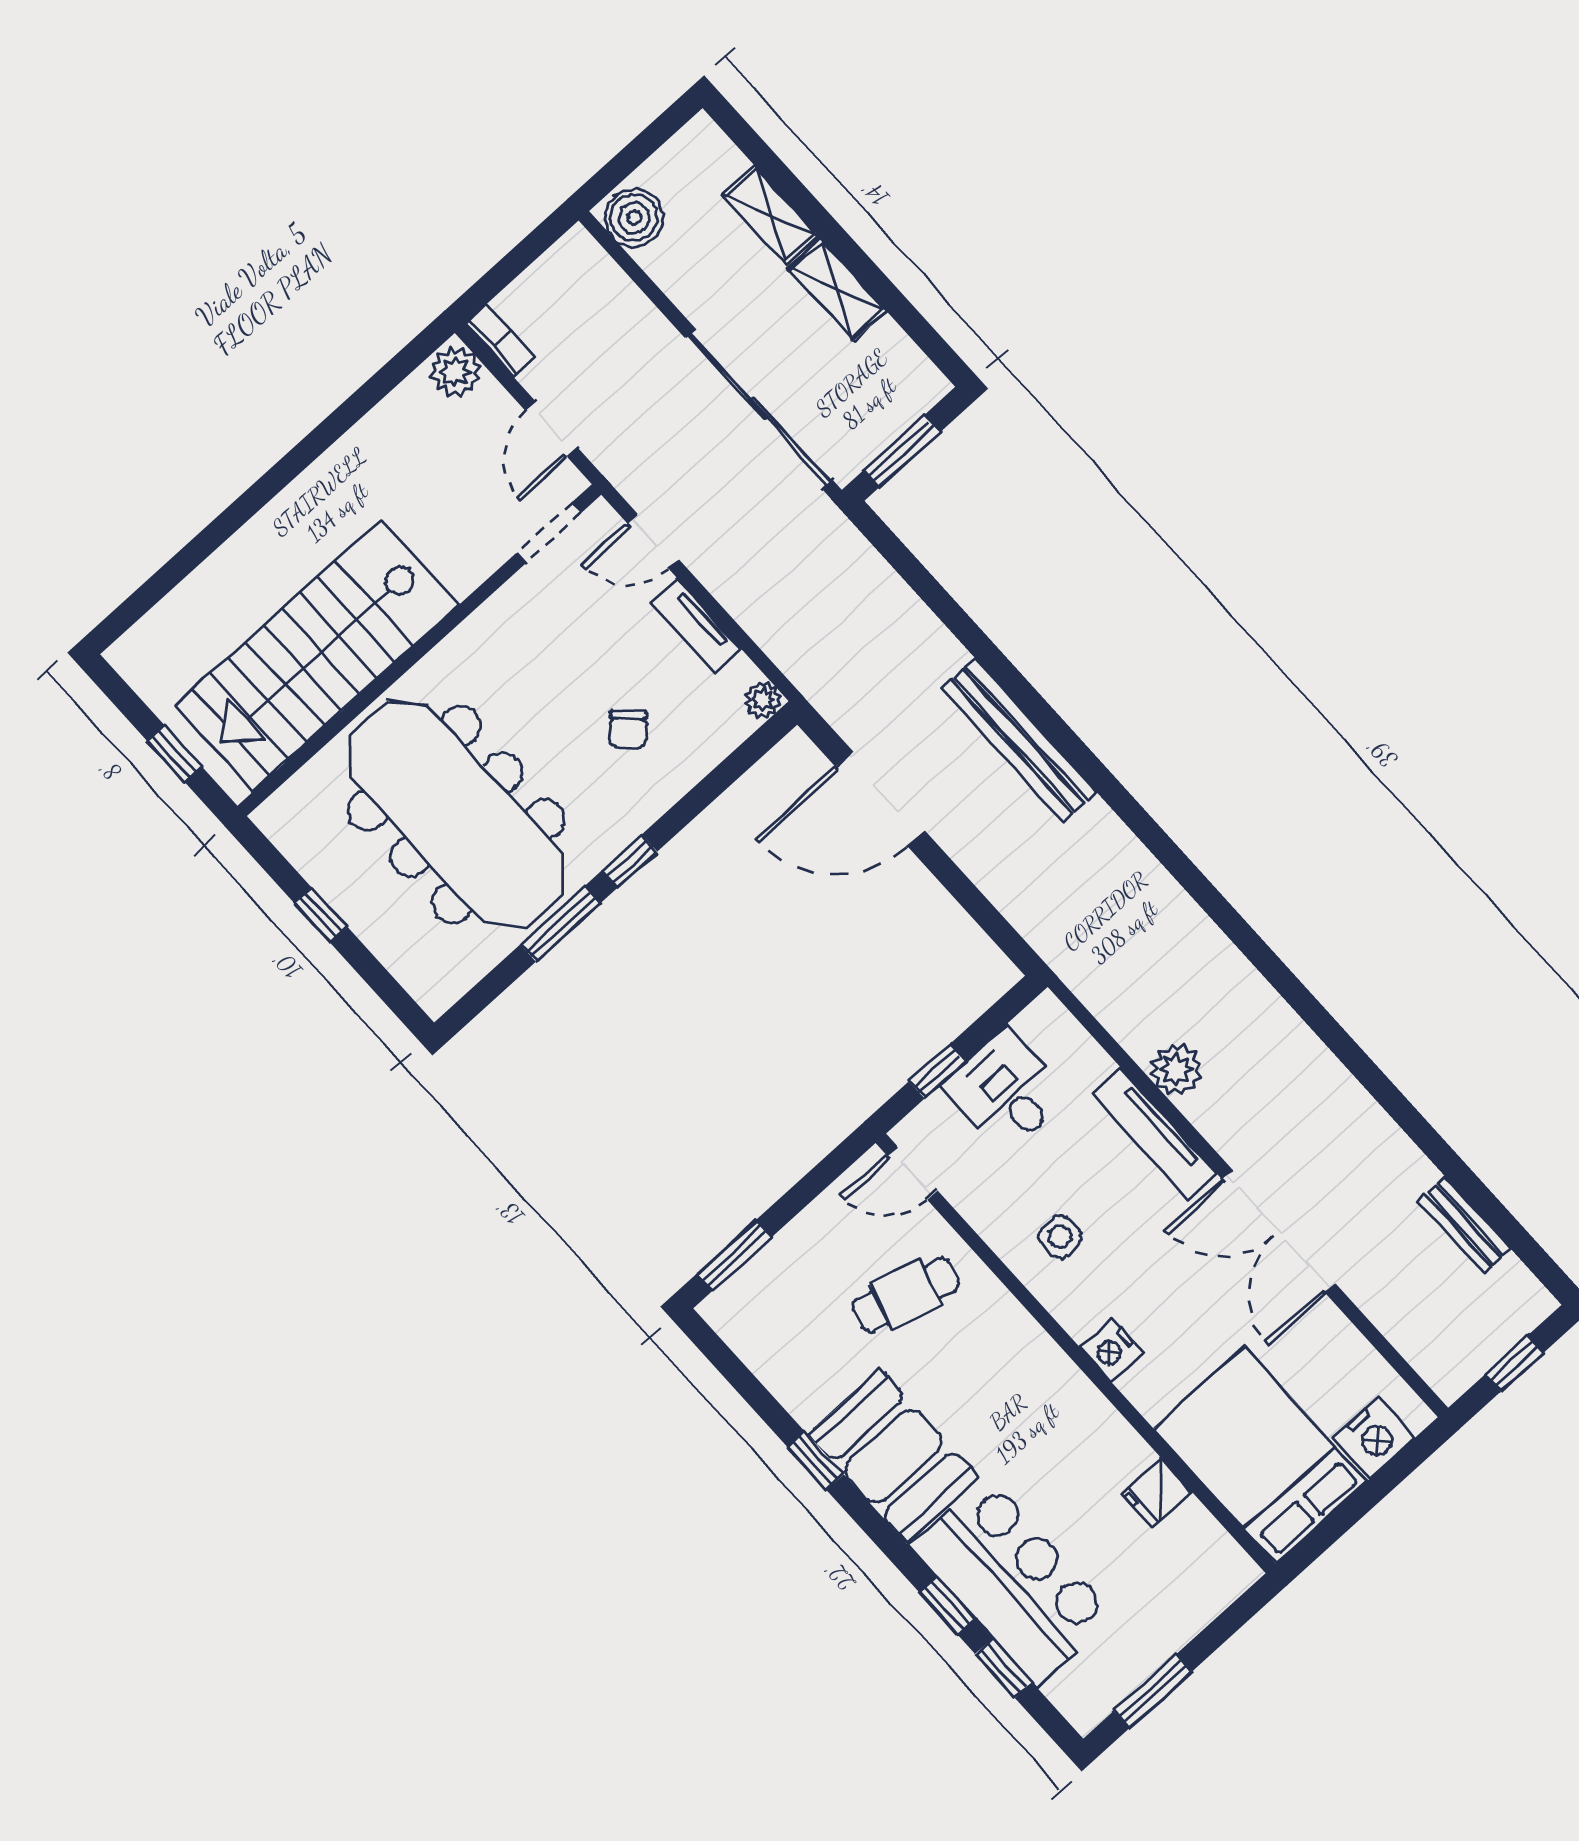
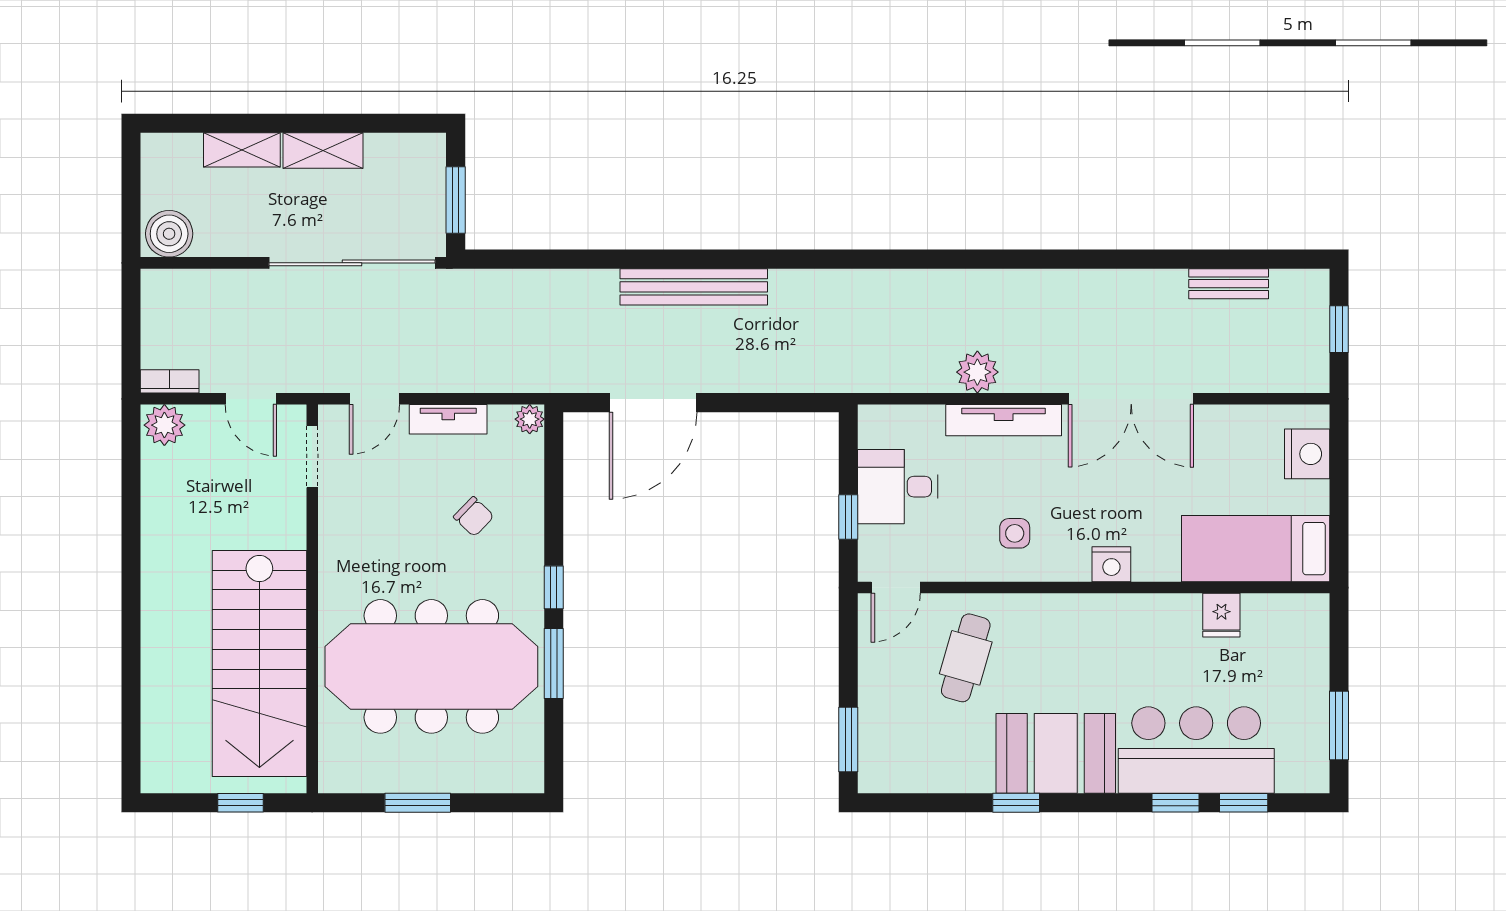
window: (321, 915) -> (418, 803), width x1.50
bed: (1260, 1455) -> (1256, 549), width x0.67

